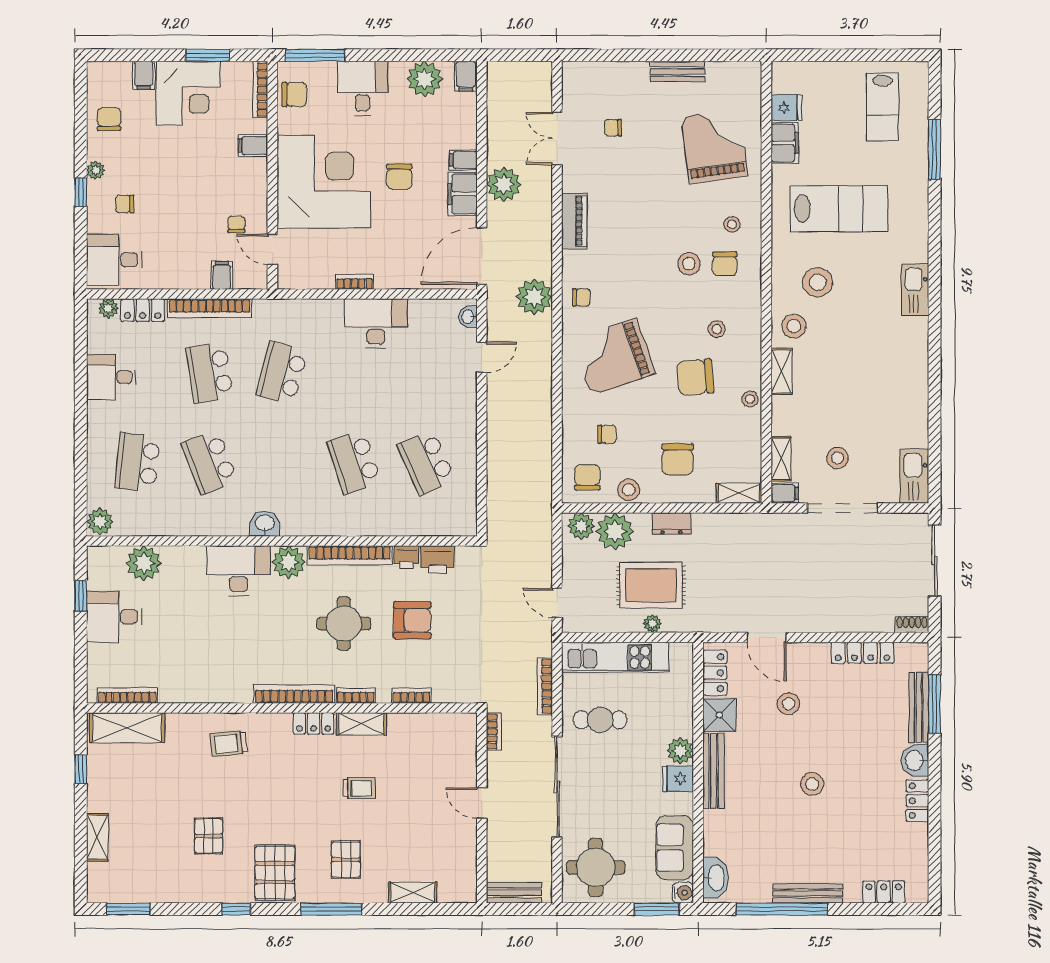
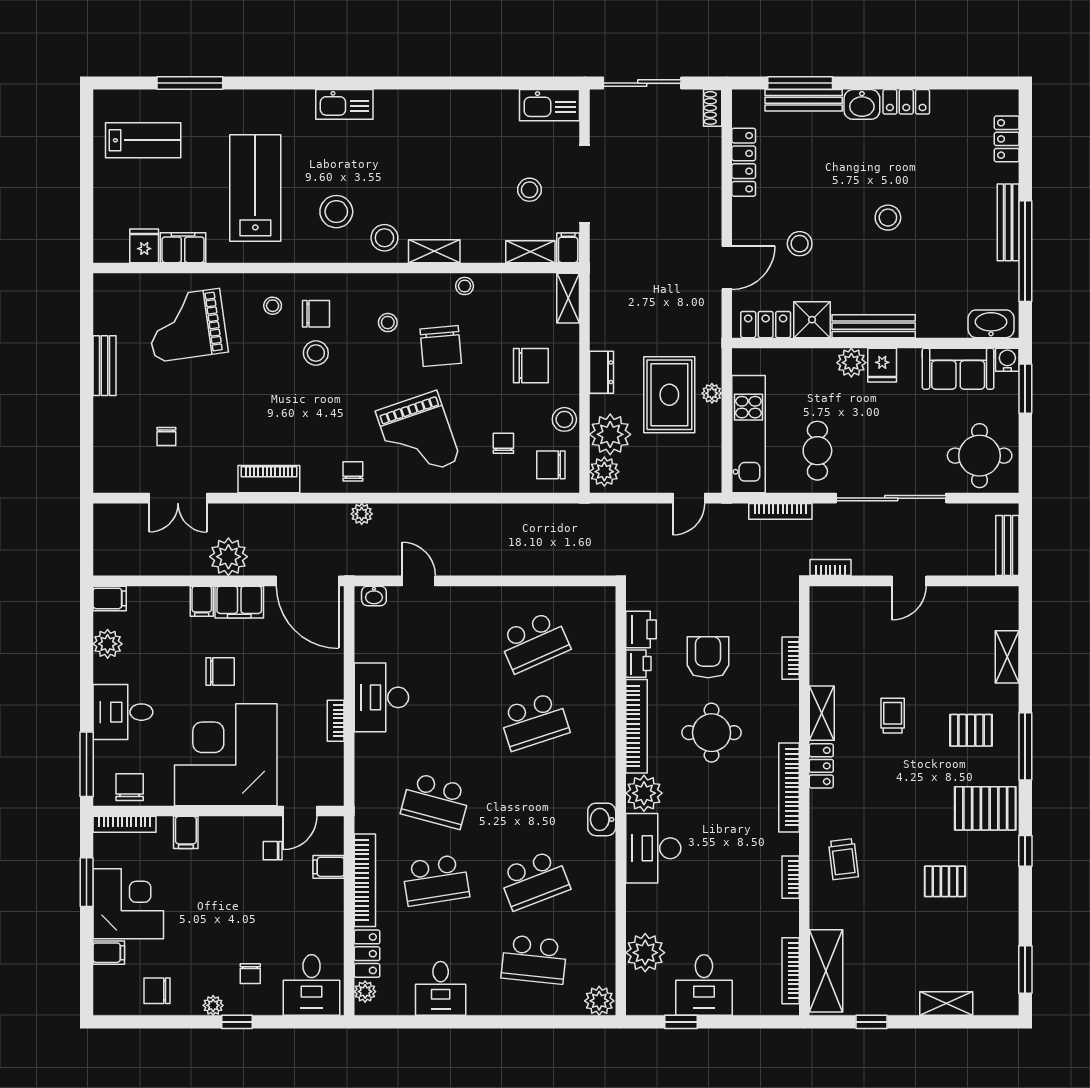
plant: (425, 79) -> (108, 644), width x0.73, depth x0.73
plant: (534, 297) -> (362, 514), width x0.53, depth x0.53
bookcase: (356, 696) -> (791, 877), moved

